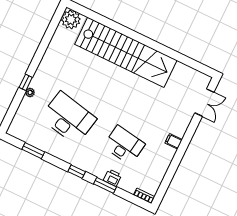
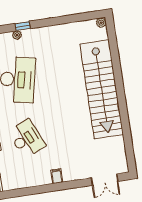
plant: (71, 19) -> (101, 23), width x0.53, depth x0.53
desk: (124, 145) -> (27, 139), turned -33

